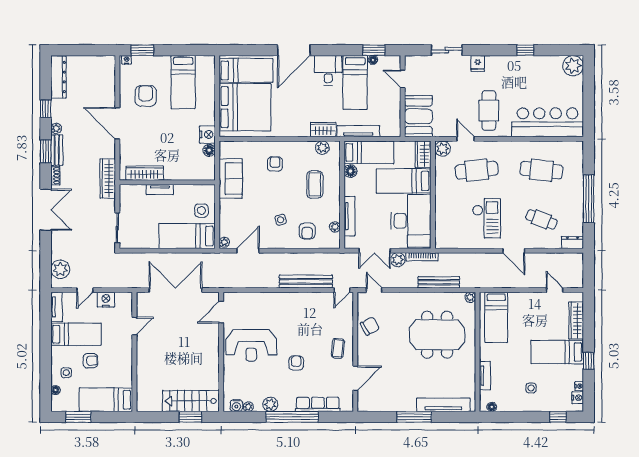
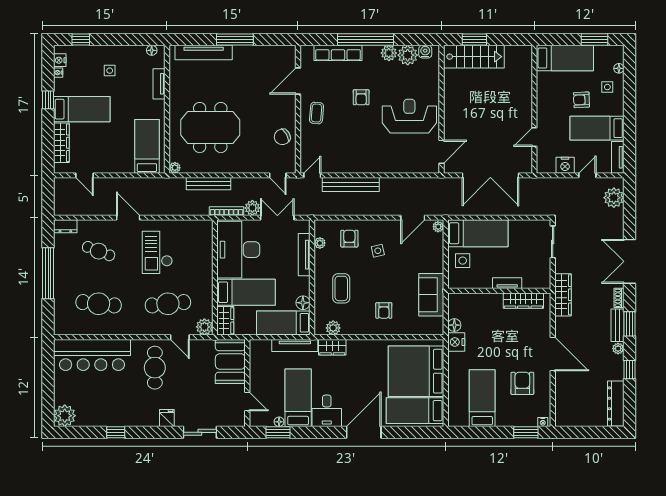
armchair: (146, 96) -> (522, 383), turned 180
plant: (248, 407) -> (408, 55), width x1.88, depth x1.88

